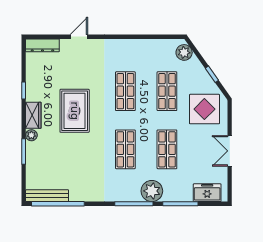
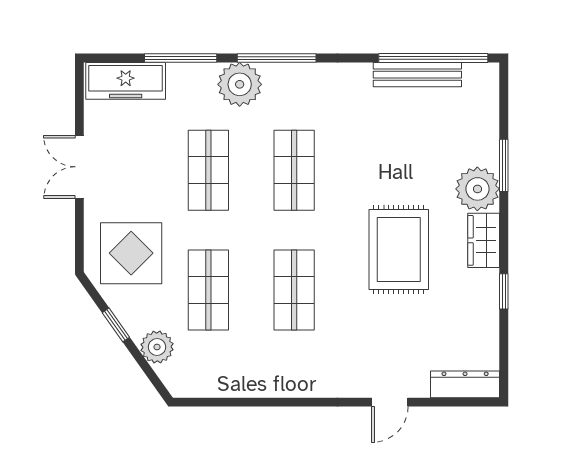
plant: (184, 52) -> (157, 347), moved
plant: (31, 135) -> (477, 189), width x1.87, depth x1.87
double door: (230, 151) -> (79, 167), swing flipped
freezer: (207, 193) -> (126, 81), width x1.40
bench: (47, 196) -> (417, 75), moved

